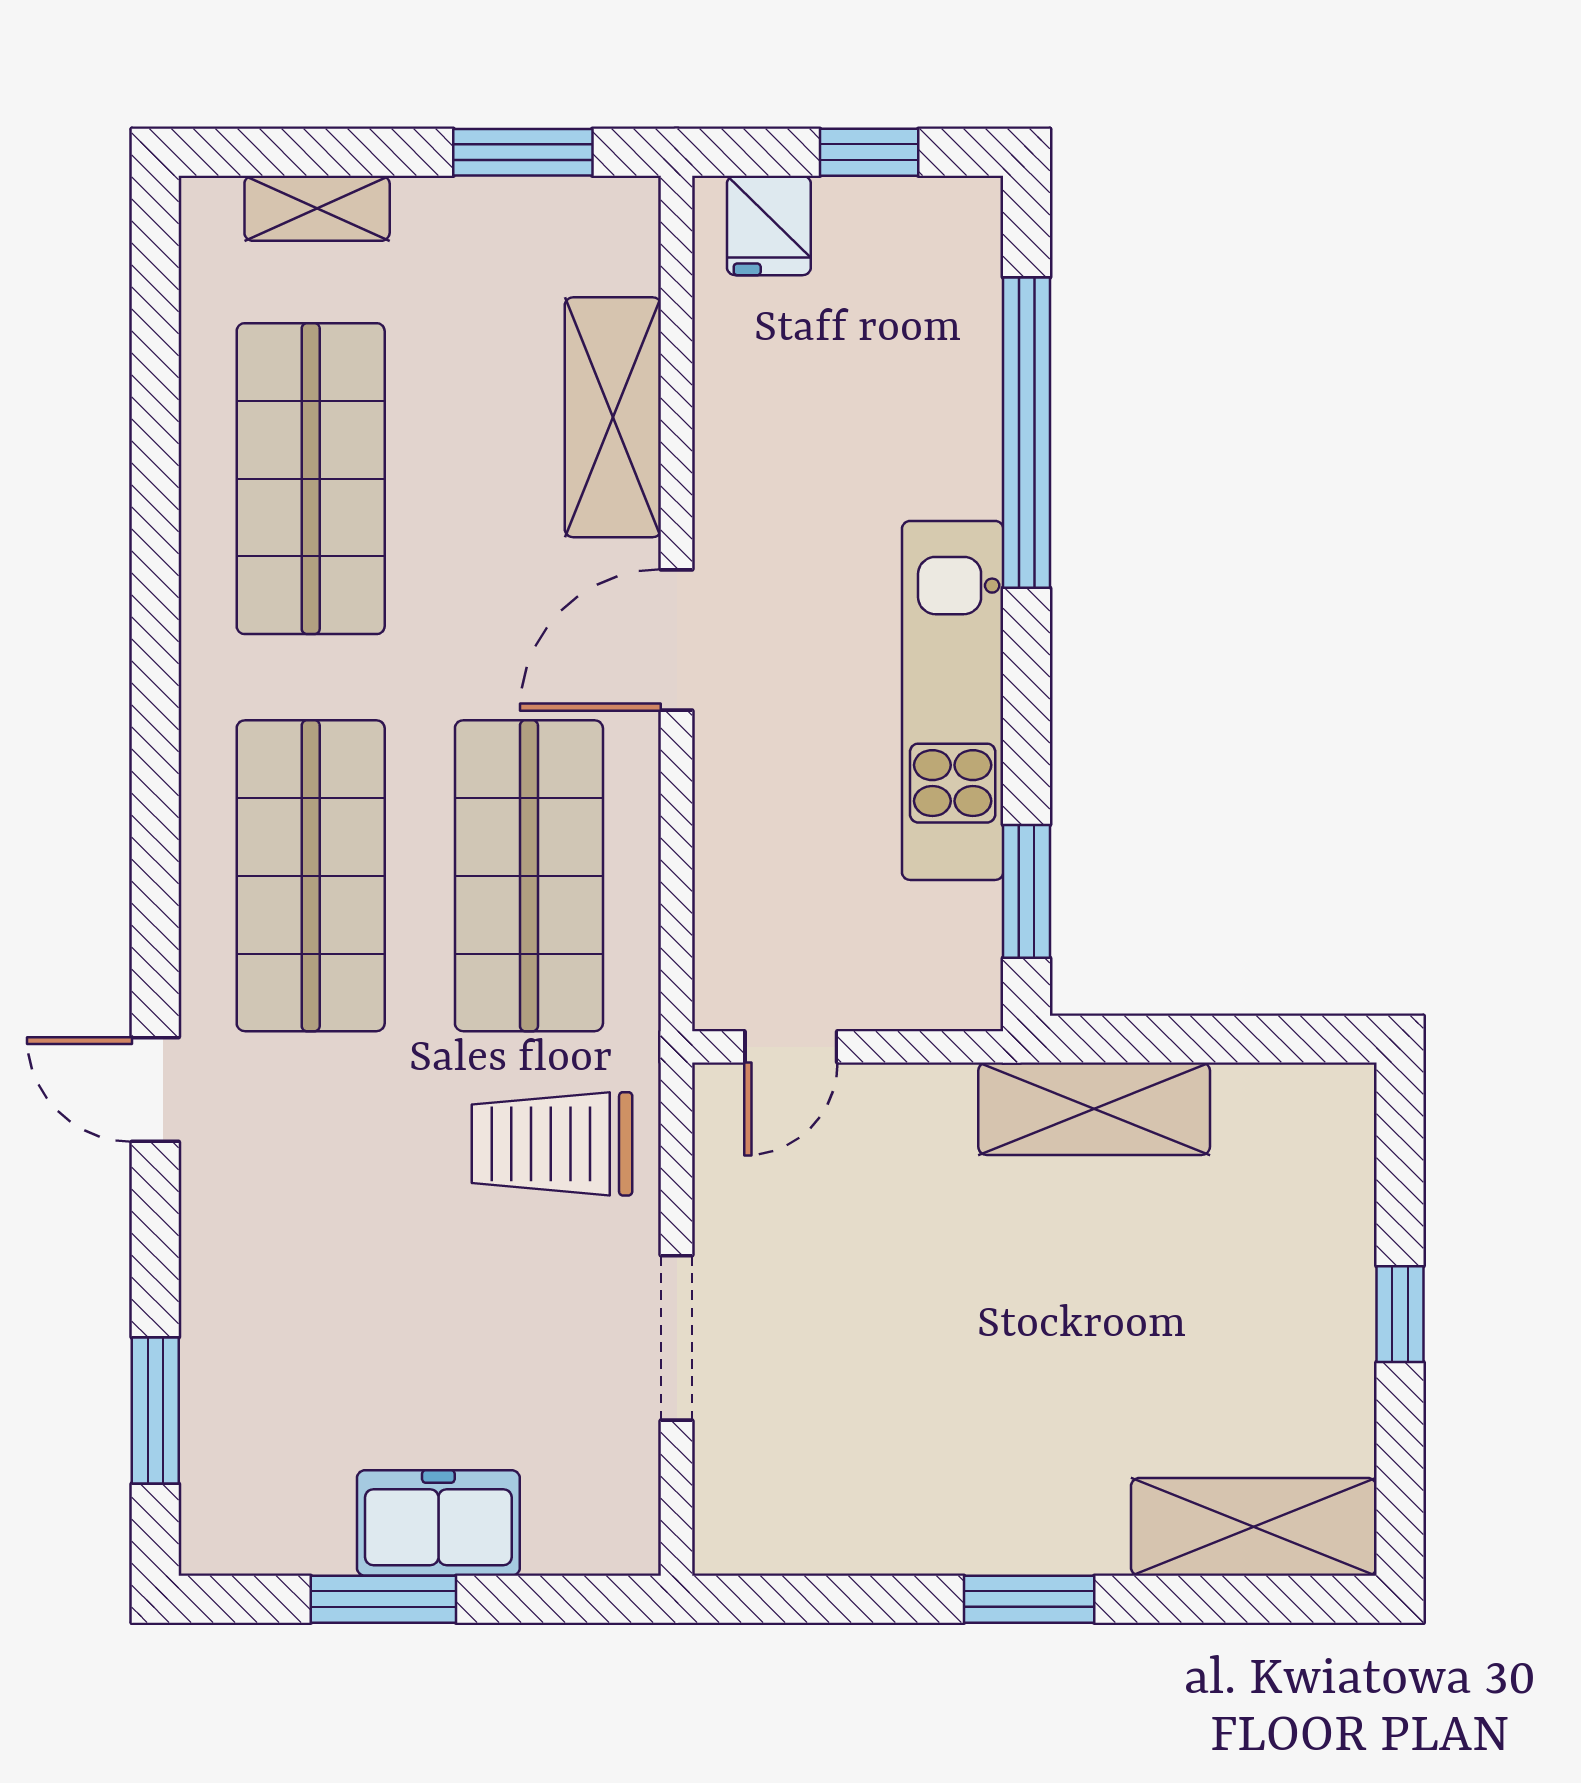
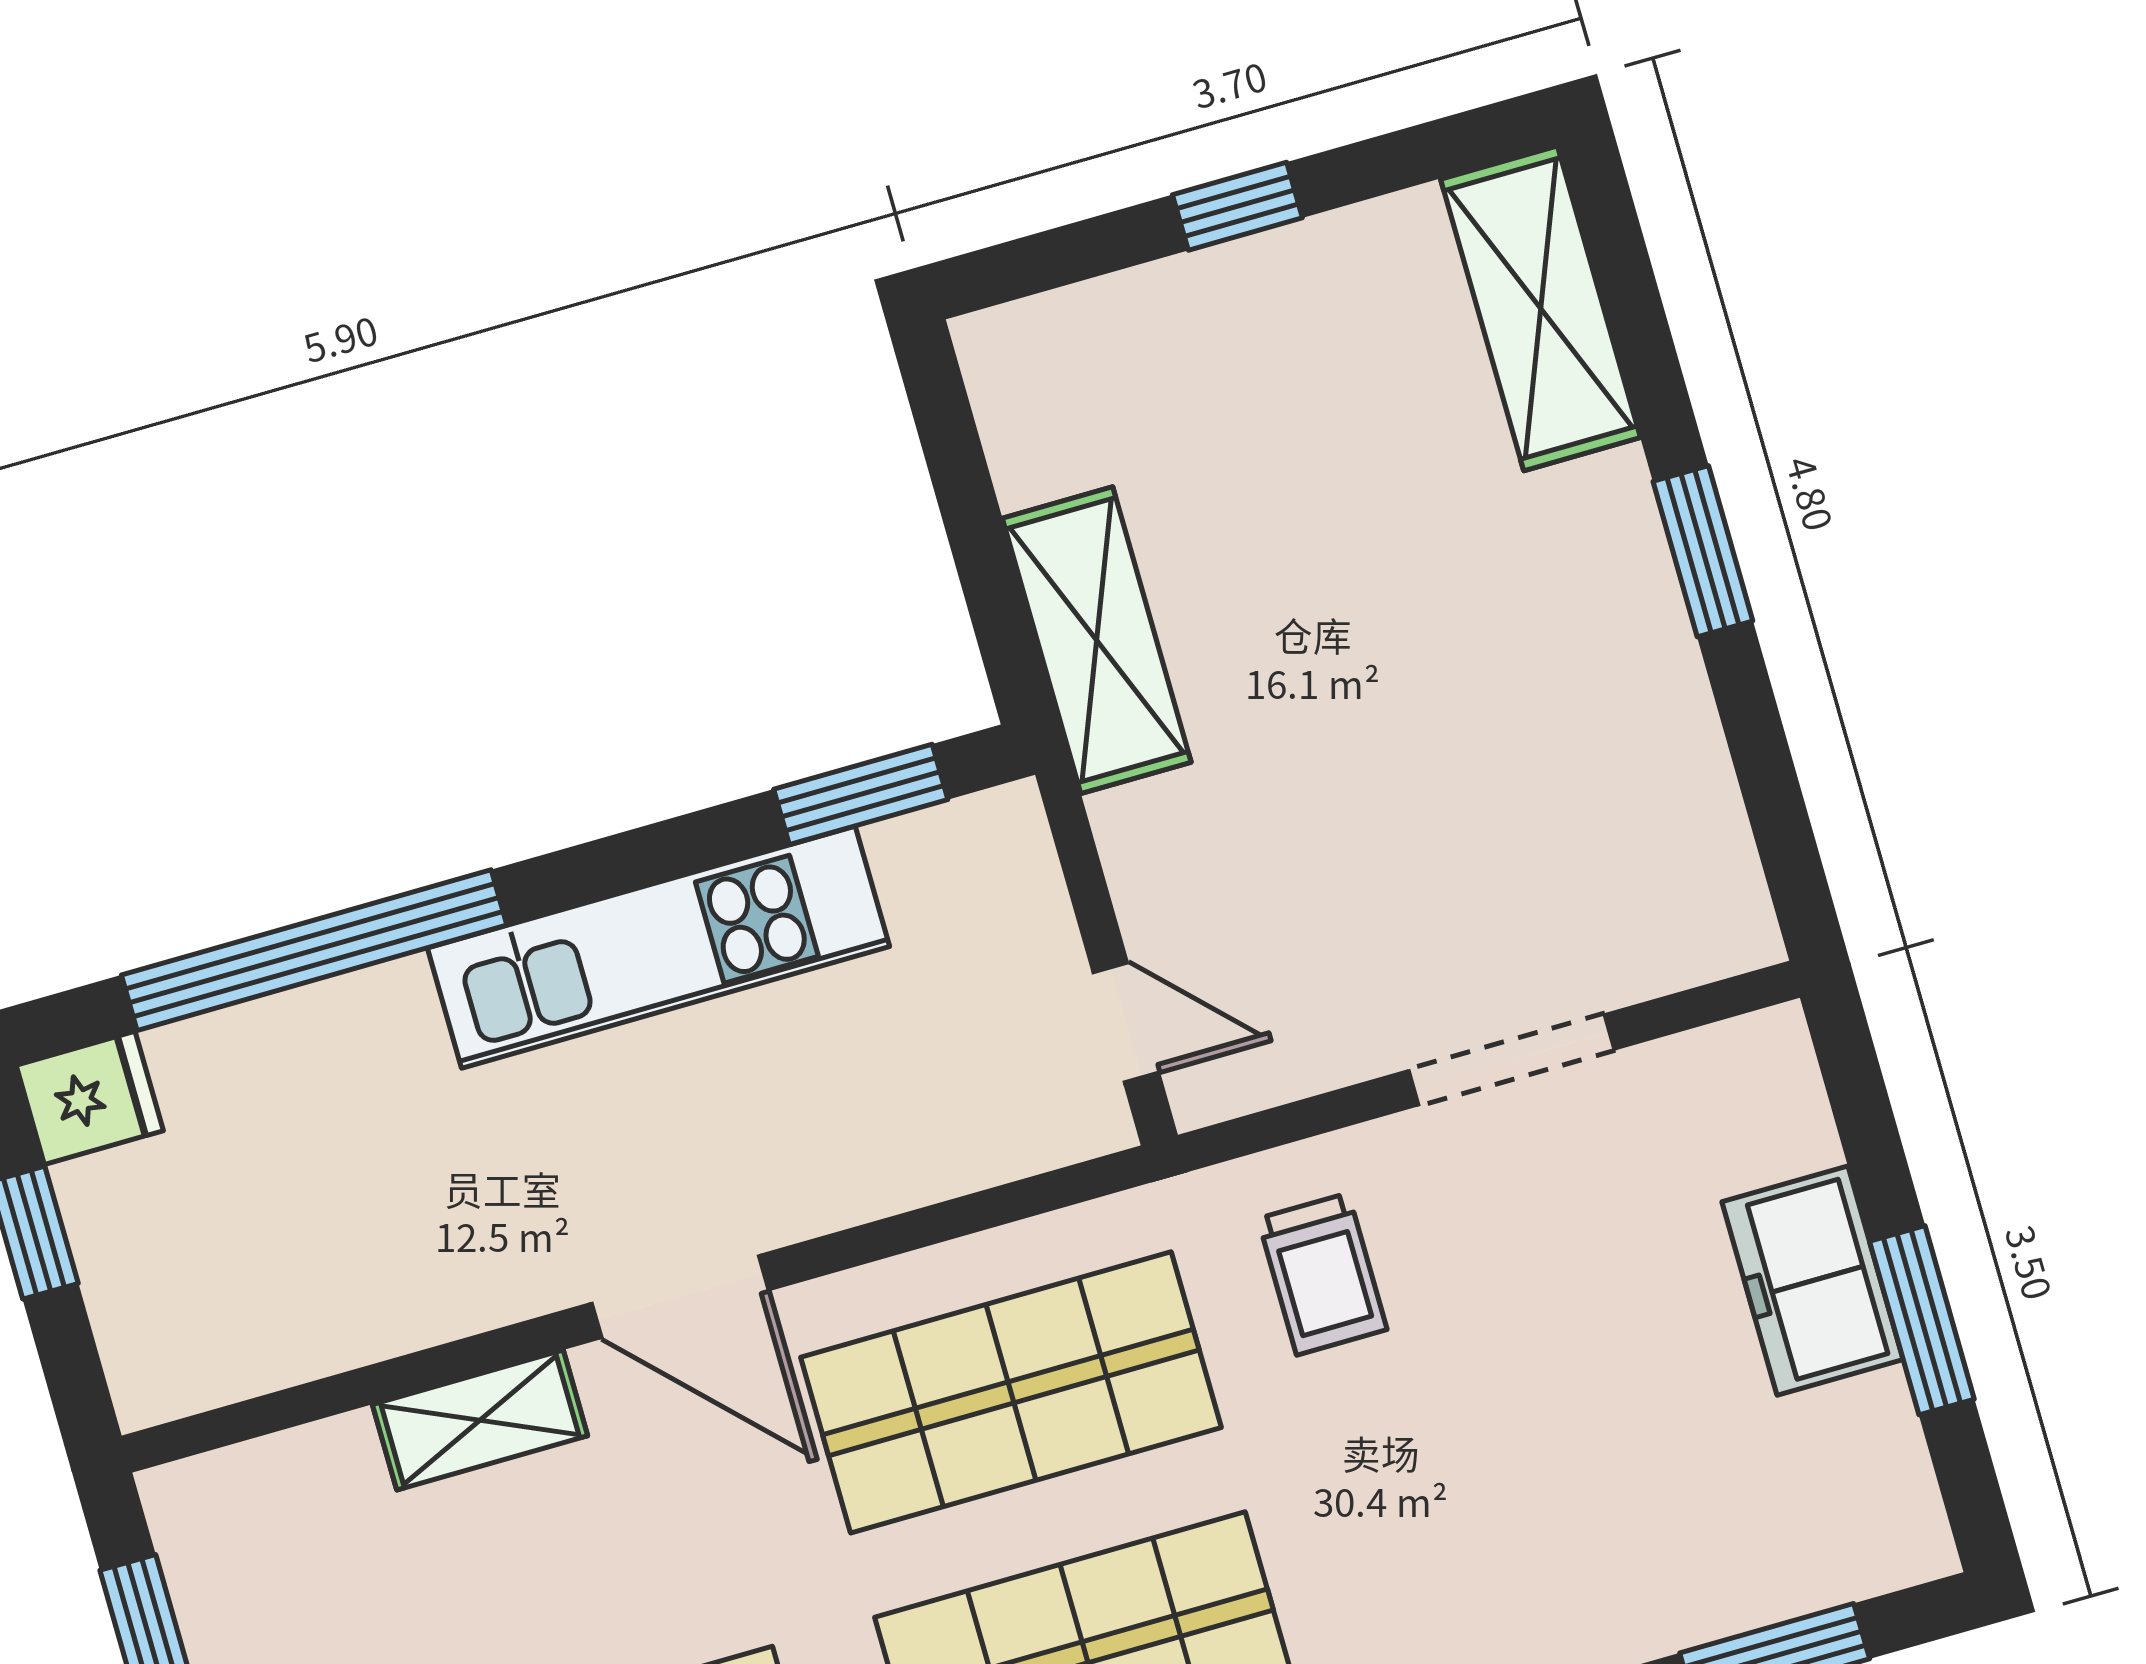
fridge: (769, 225) -> (90, 1098), moved
shelving: (613, 417) -> (480, 1420), width x0.67, depth x0.75
trolley: (552, 1144) -> (1322, 1274), width x0.73, depth x0.72

